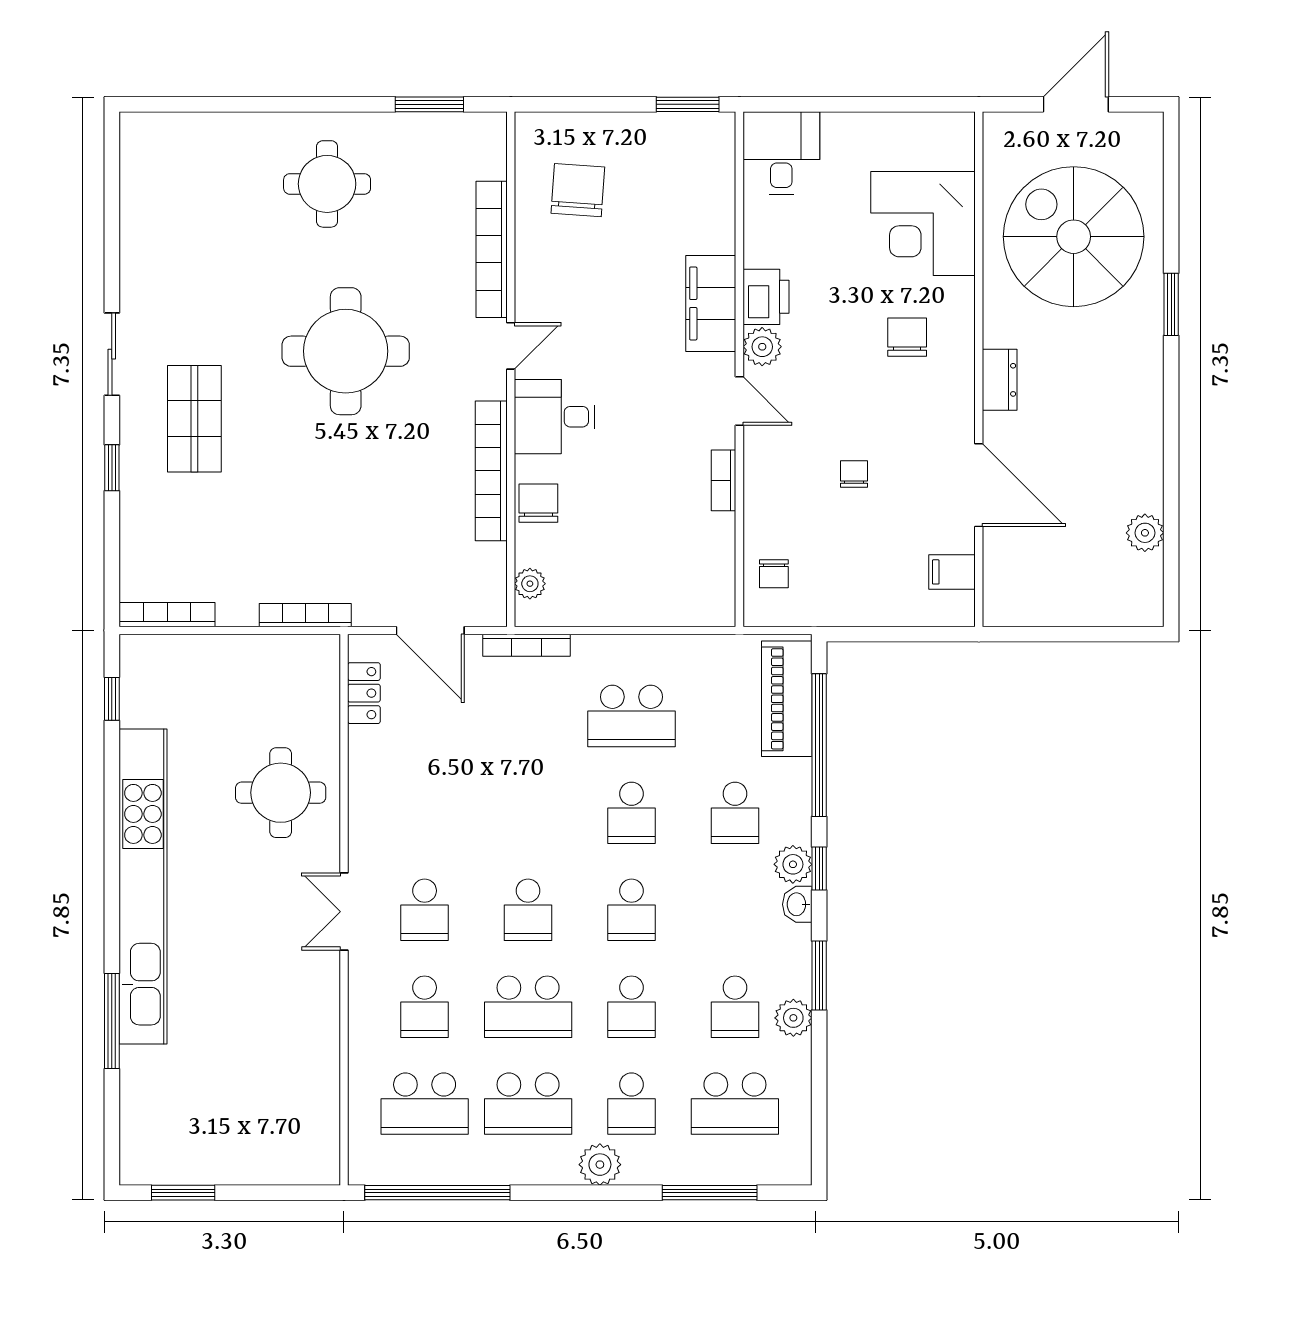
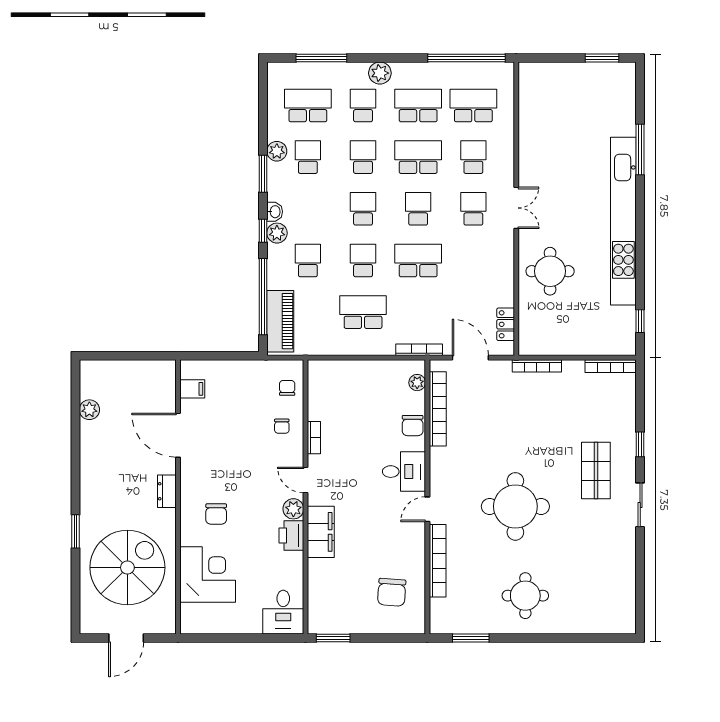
spiral stairs: (1074, 237) -> (127, 568), turned -90
bookcase: (491, 471) -> (438, 409), moved
chair: (854, 474) -> (282, 426), moved
school desk: (528, 813) -> (418, 260), added

